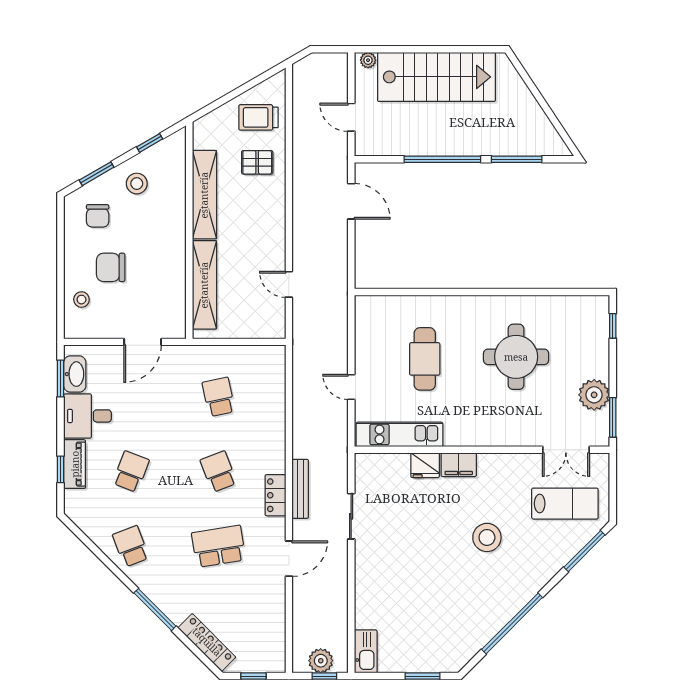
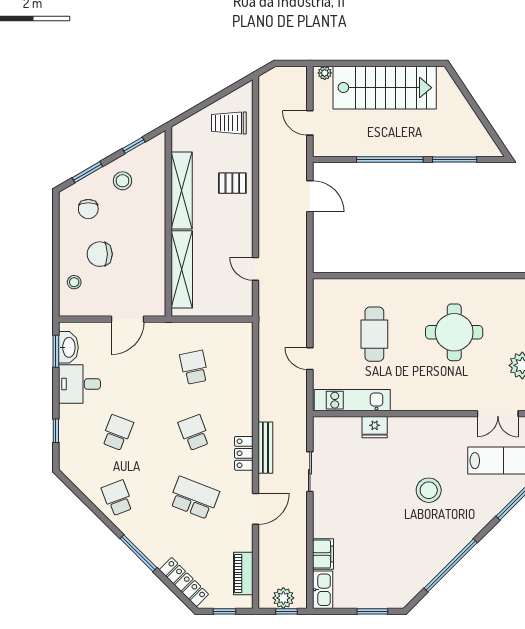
pallet: (257, 162) -> (232, 183), moved
piano: (75, 464) -> (243, 573), moved, turned 180
filing cabinet: (459, 465) -> (323, 554), moved, turned -90
school desk: (219, 546) -> (194, 498), turned 30

